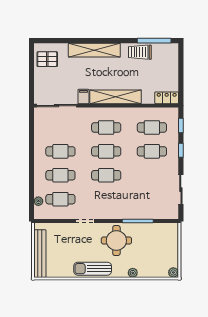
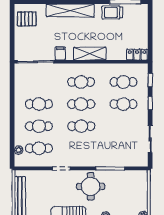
shelving: (116, 97) -> (90, 54), width x0.68

